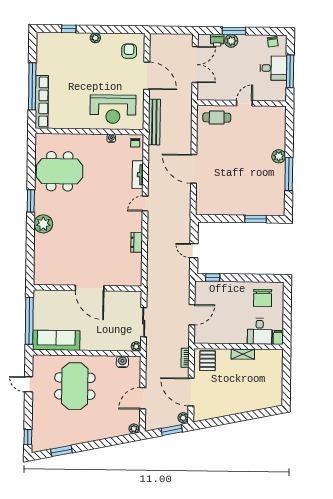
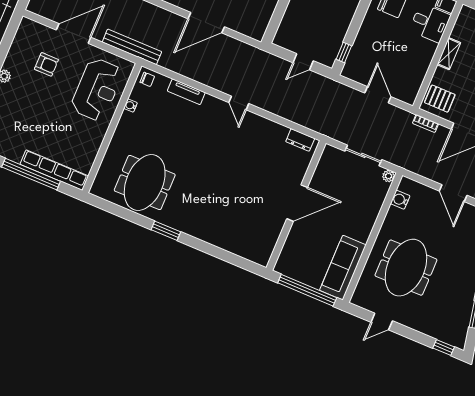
armchair: (129, 51) -> (46, 64), moved, turned 180
door: (145, 204) -> (239, 103), moved
plant: (43, 224) -> (199, 227), removed
dresser: (137, 242) -> (300, 140), moved
meeting table: (75, 386) -> (406, 268), turned 90

